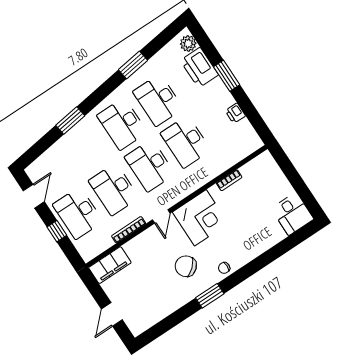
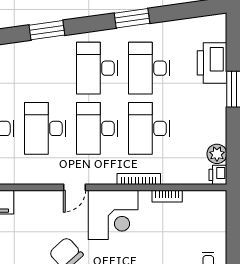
plant: (188, 44) -> (217, 154), moved
window: (133, 65) -> (132, 18), moved
printer: (235, 113) -> (218, 175), moved
bookcase: (129, 230) -> (139, 179), moved

